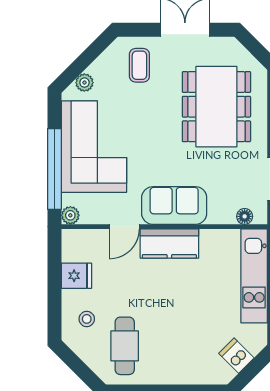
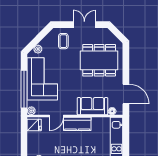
dining table: (216, 107) -> (99, 60), turned 90
sofa: (174, 205) -> (92, 106), moved
fridge: (76, 276) -> (34, 125), moved

